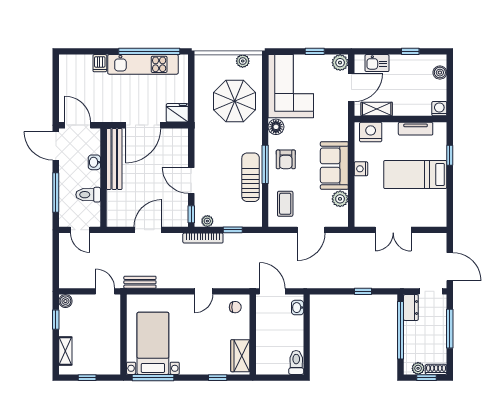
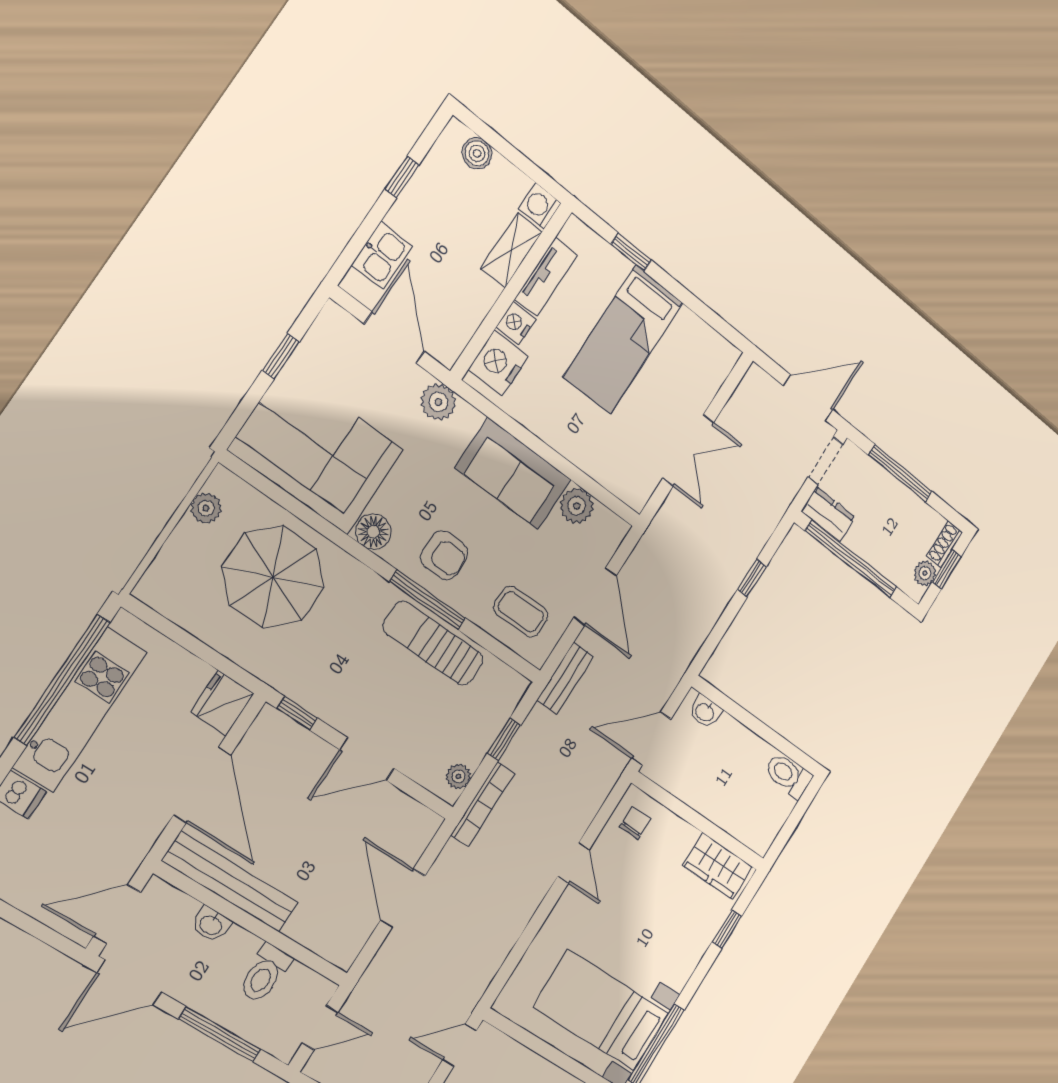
plant: (340, 63) -> (438, 402), moved
shelving: (377, 109) -> (512, 250), moved
nightstand: (361, 169) -> (516, 323), moved, turned 90
window: (191, 214) -> (297, 713), moved
bench: (140, 282) -> (565, 678), moved

